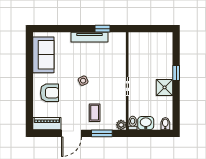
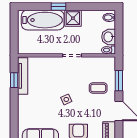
tv unit: (89, 37) -> (23, 76), moved
bathtub: (163, 57) -> (43, 20), added
plant: (121, 125) -> (110, 61), removed

